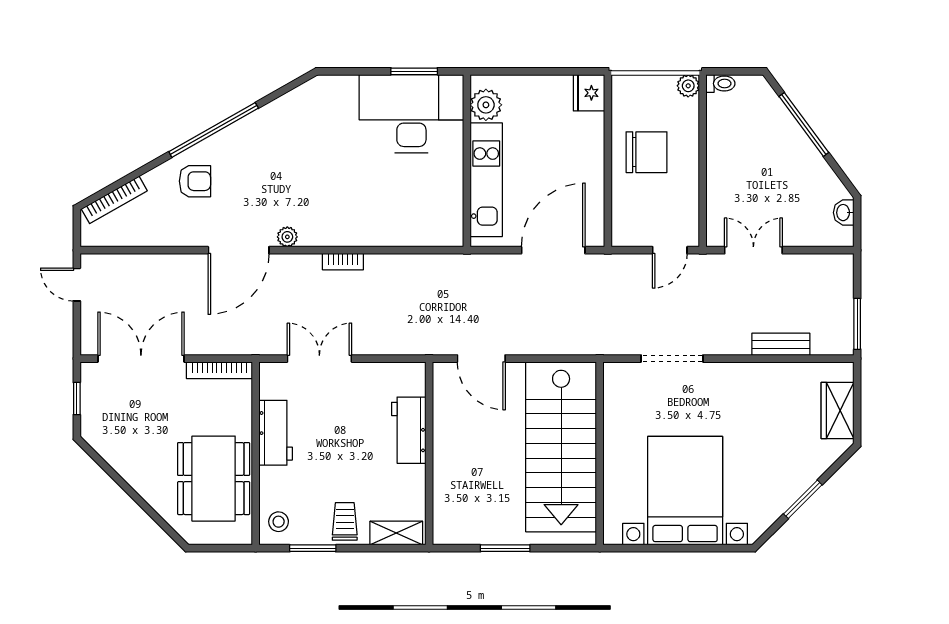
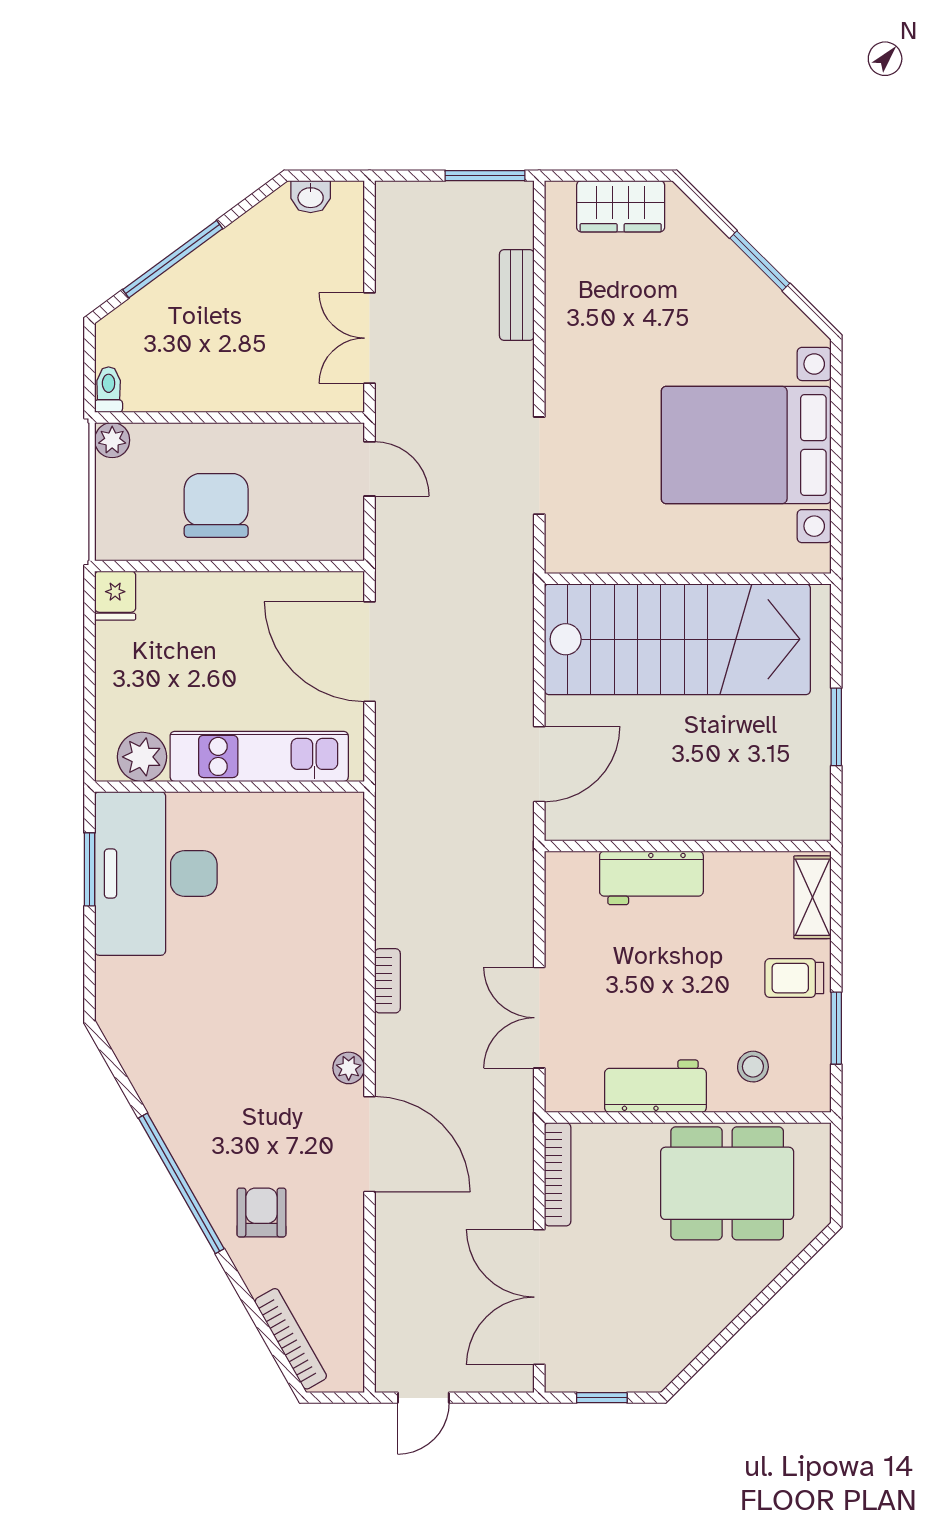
fridge: (589, 93) -> (115, 596), width x0.72
stool: (279, 522) -> (753, 1067), moved

